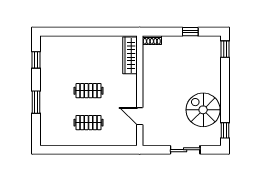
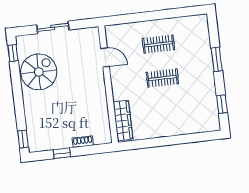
shoe rack: (152, 40) -> (83, 142), moved
spiral stairs: (203, 110) -> (39, 72), turned -90

